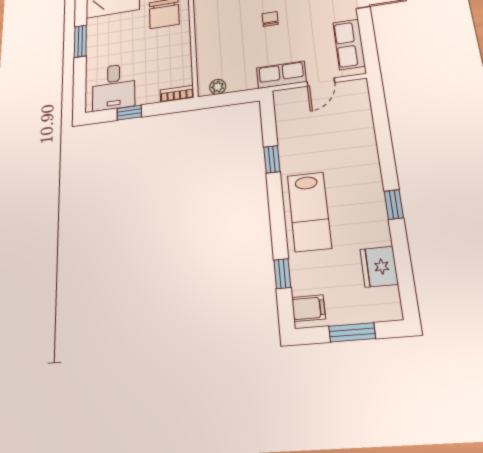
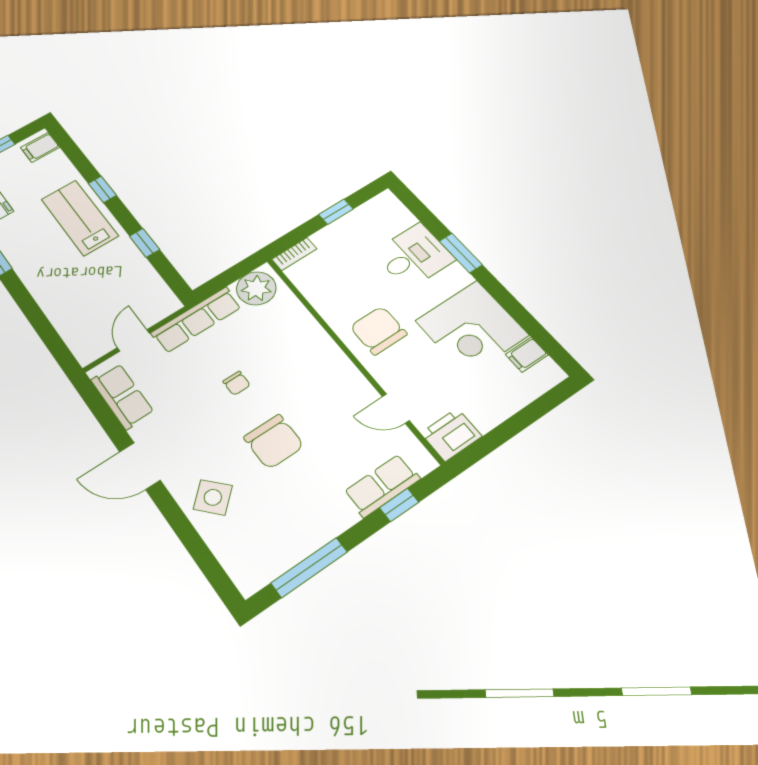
row of seats: (281, 75) -> (196, 320), width x1.48
desk: (114, 87) -> (414, 256), moved, turned 90
plant: (218, 87) -> (256, 288), width x1.88, depth x1.88
window: (282, 274) -> (102, 189), moved

